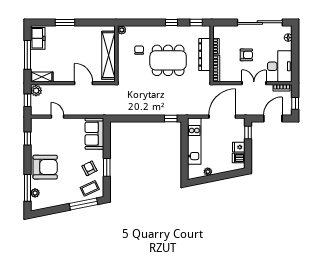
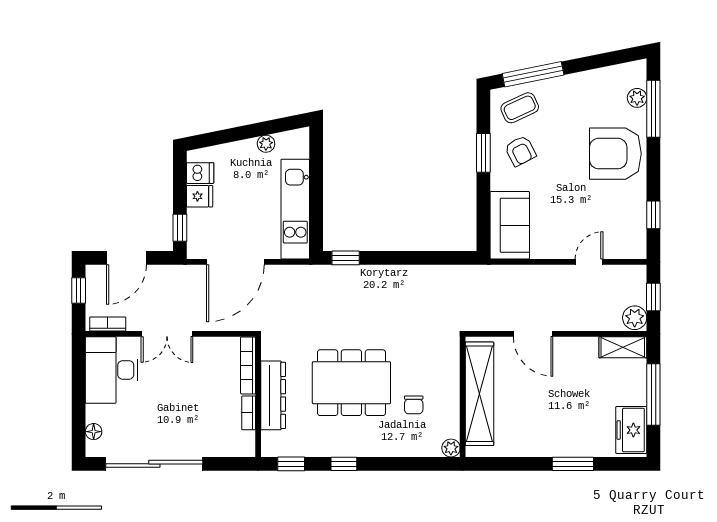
armchair: (246, 55) -> (183, 394), removed
door: (57, 117) -> (589, 262), swing flipped

